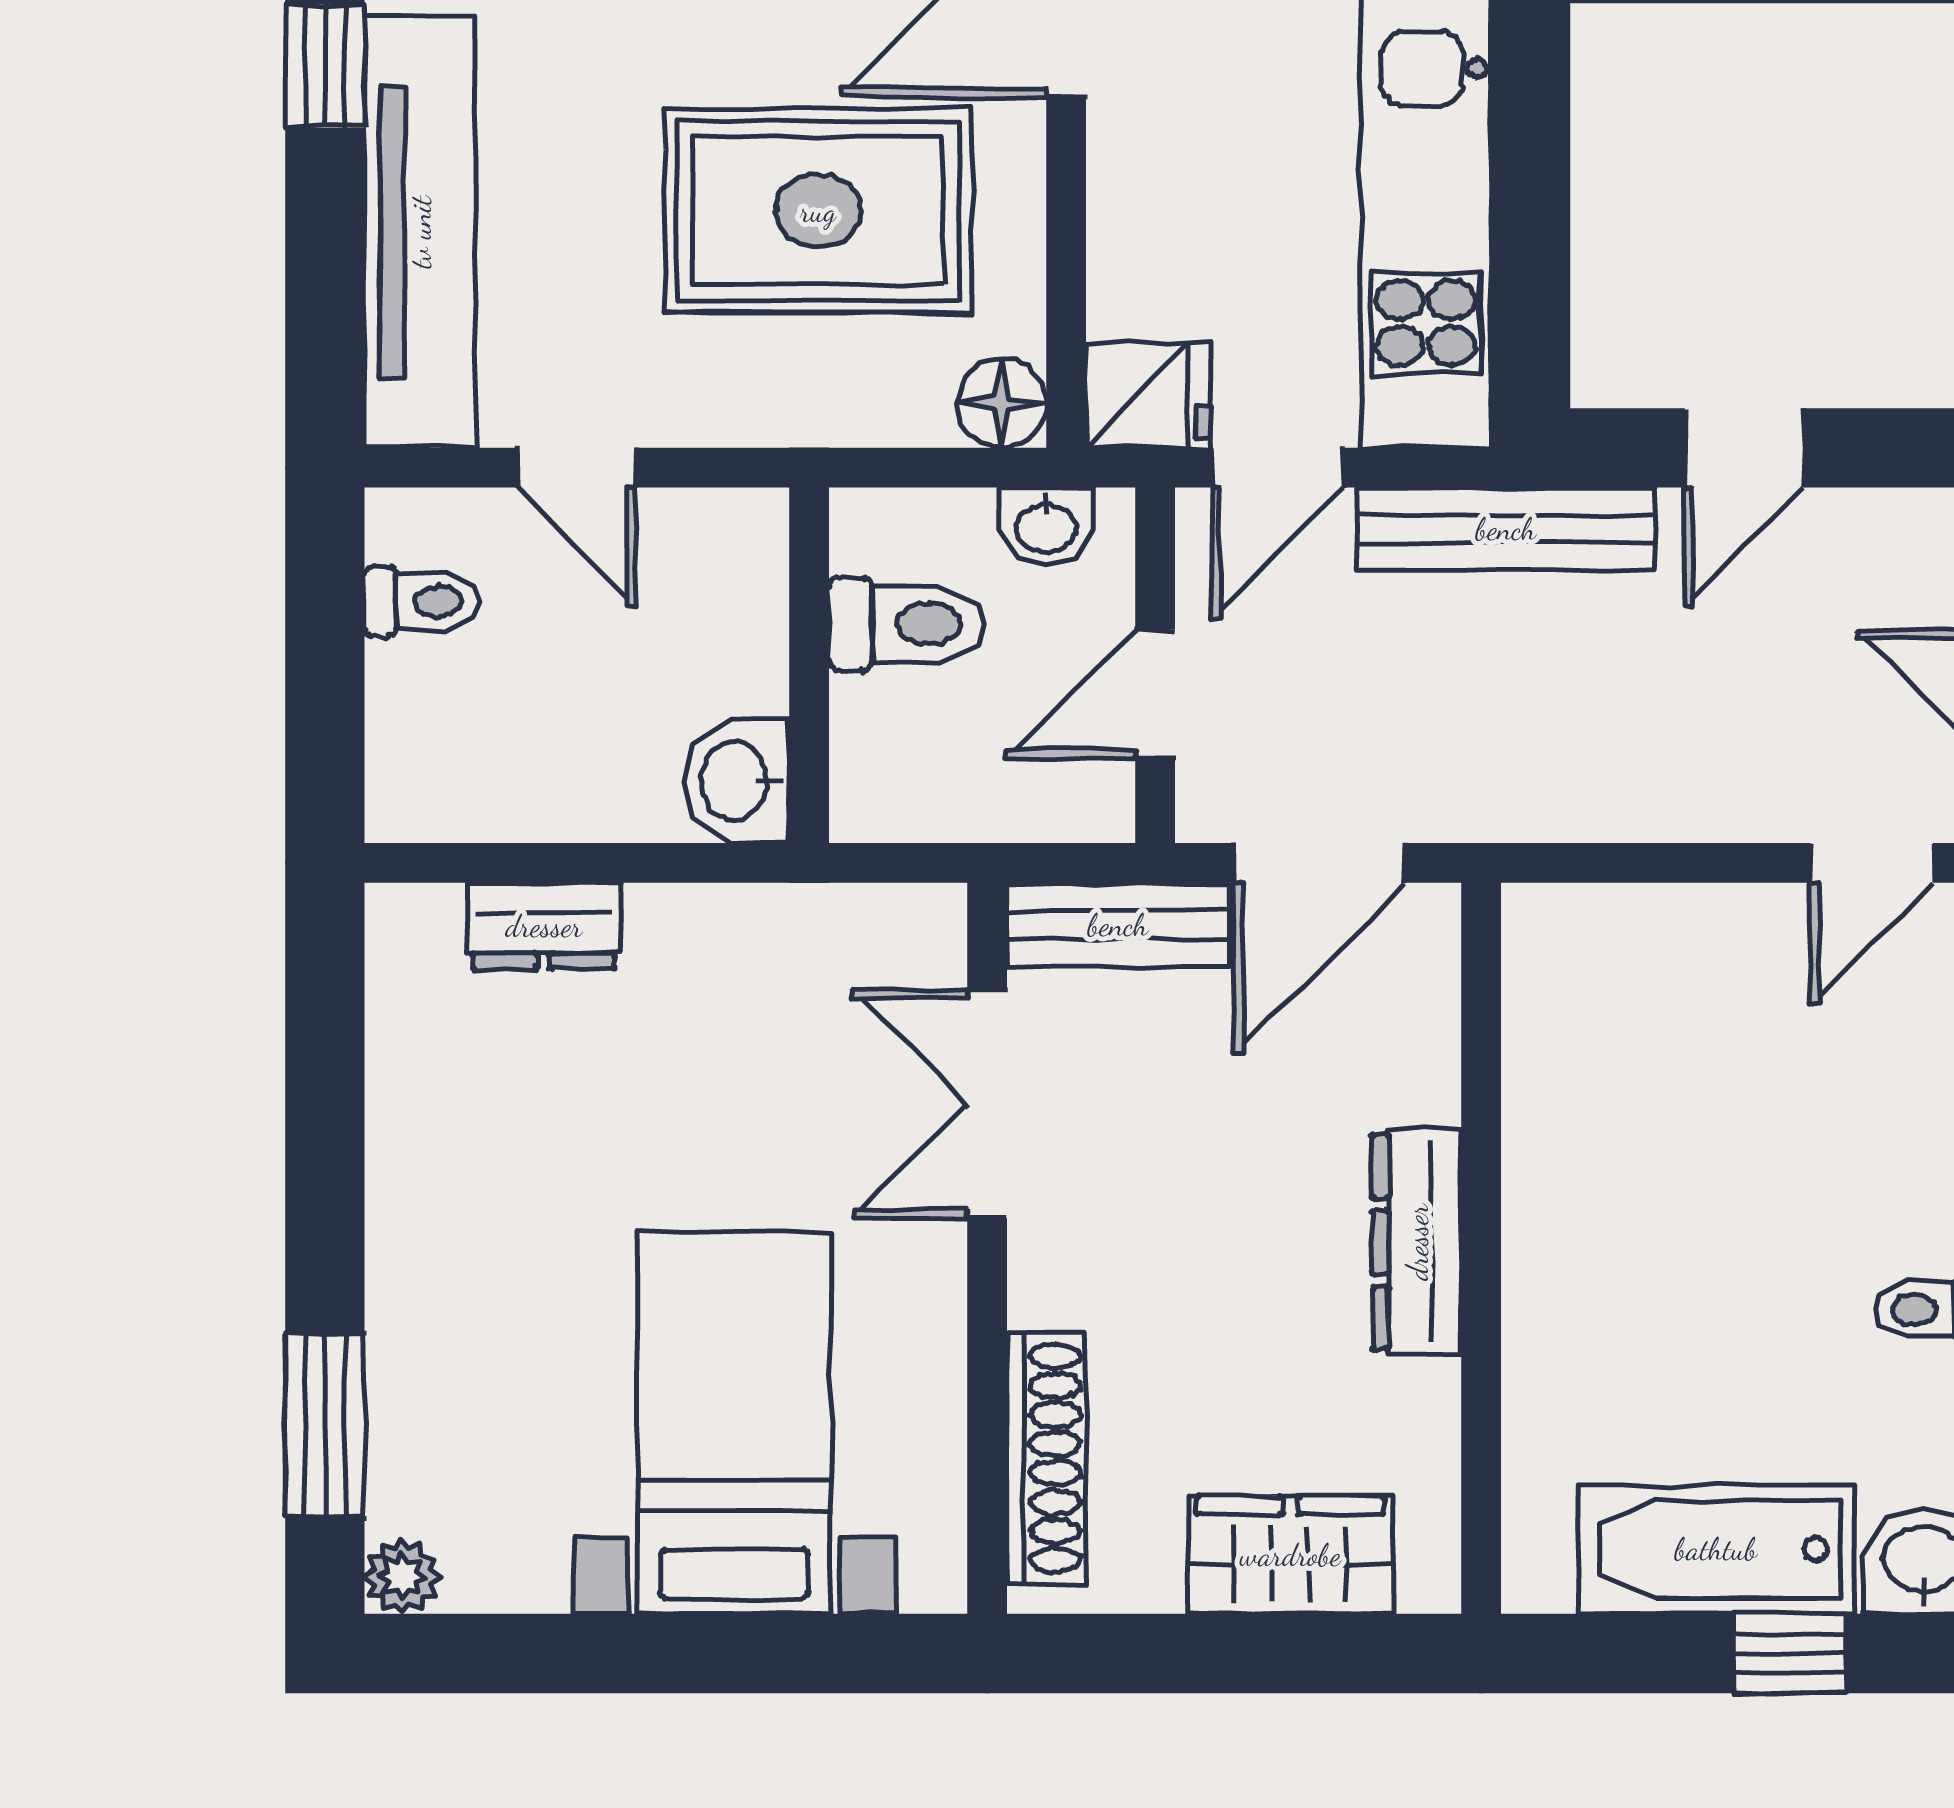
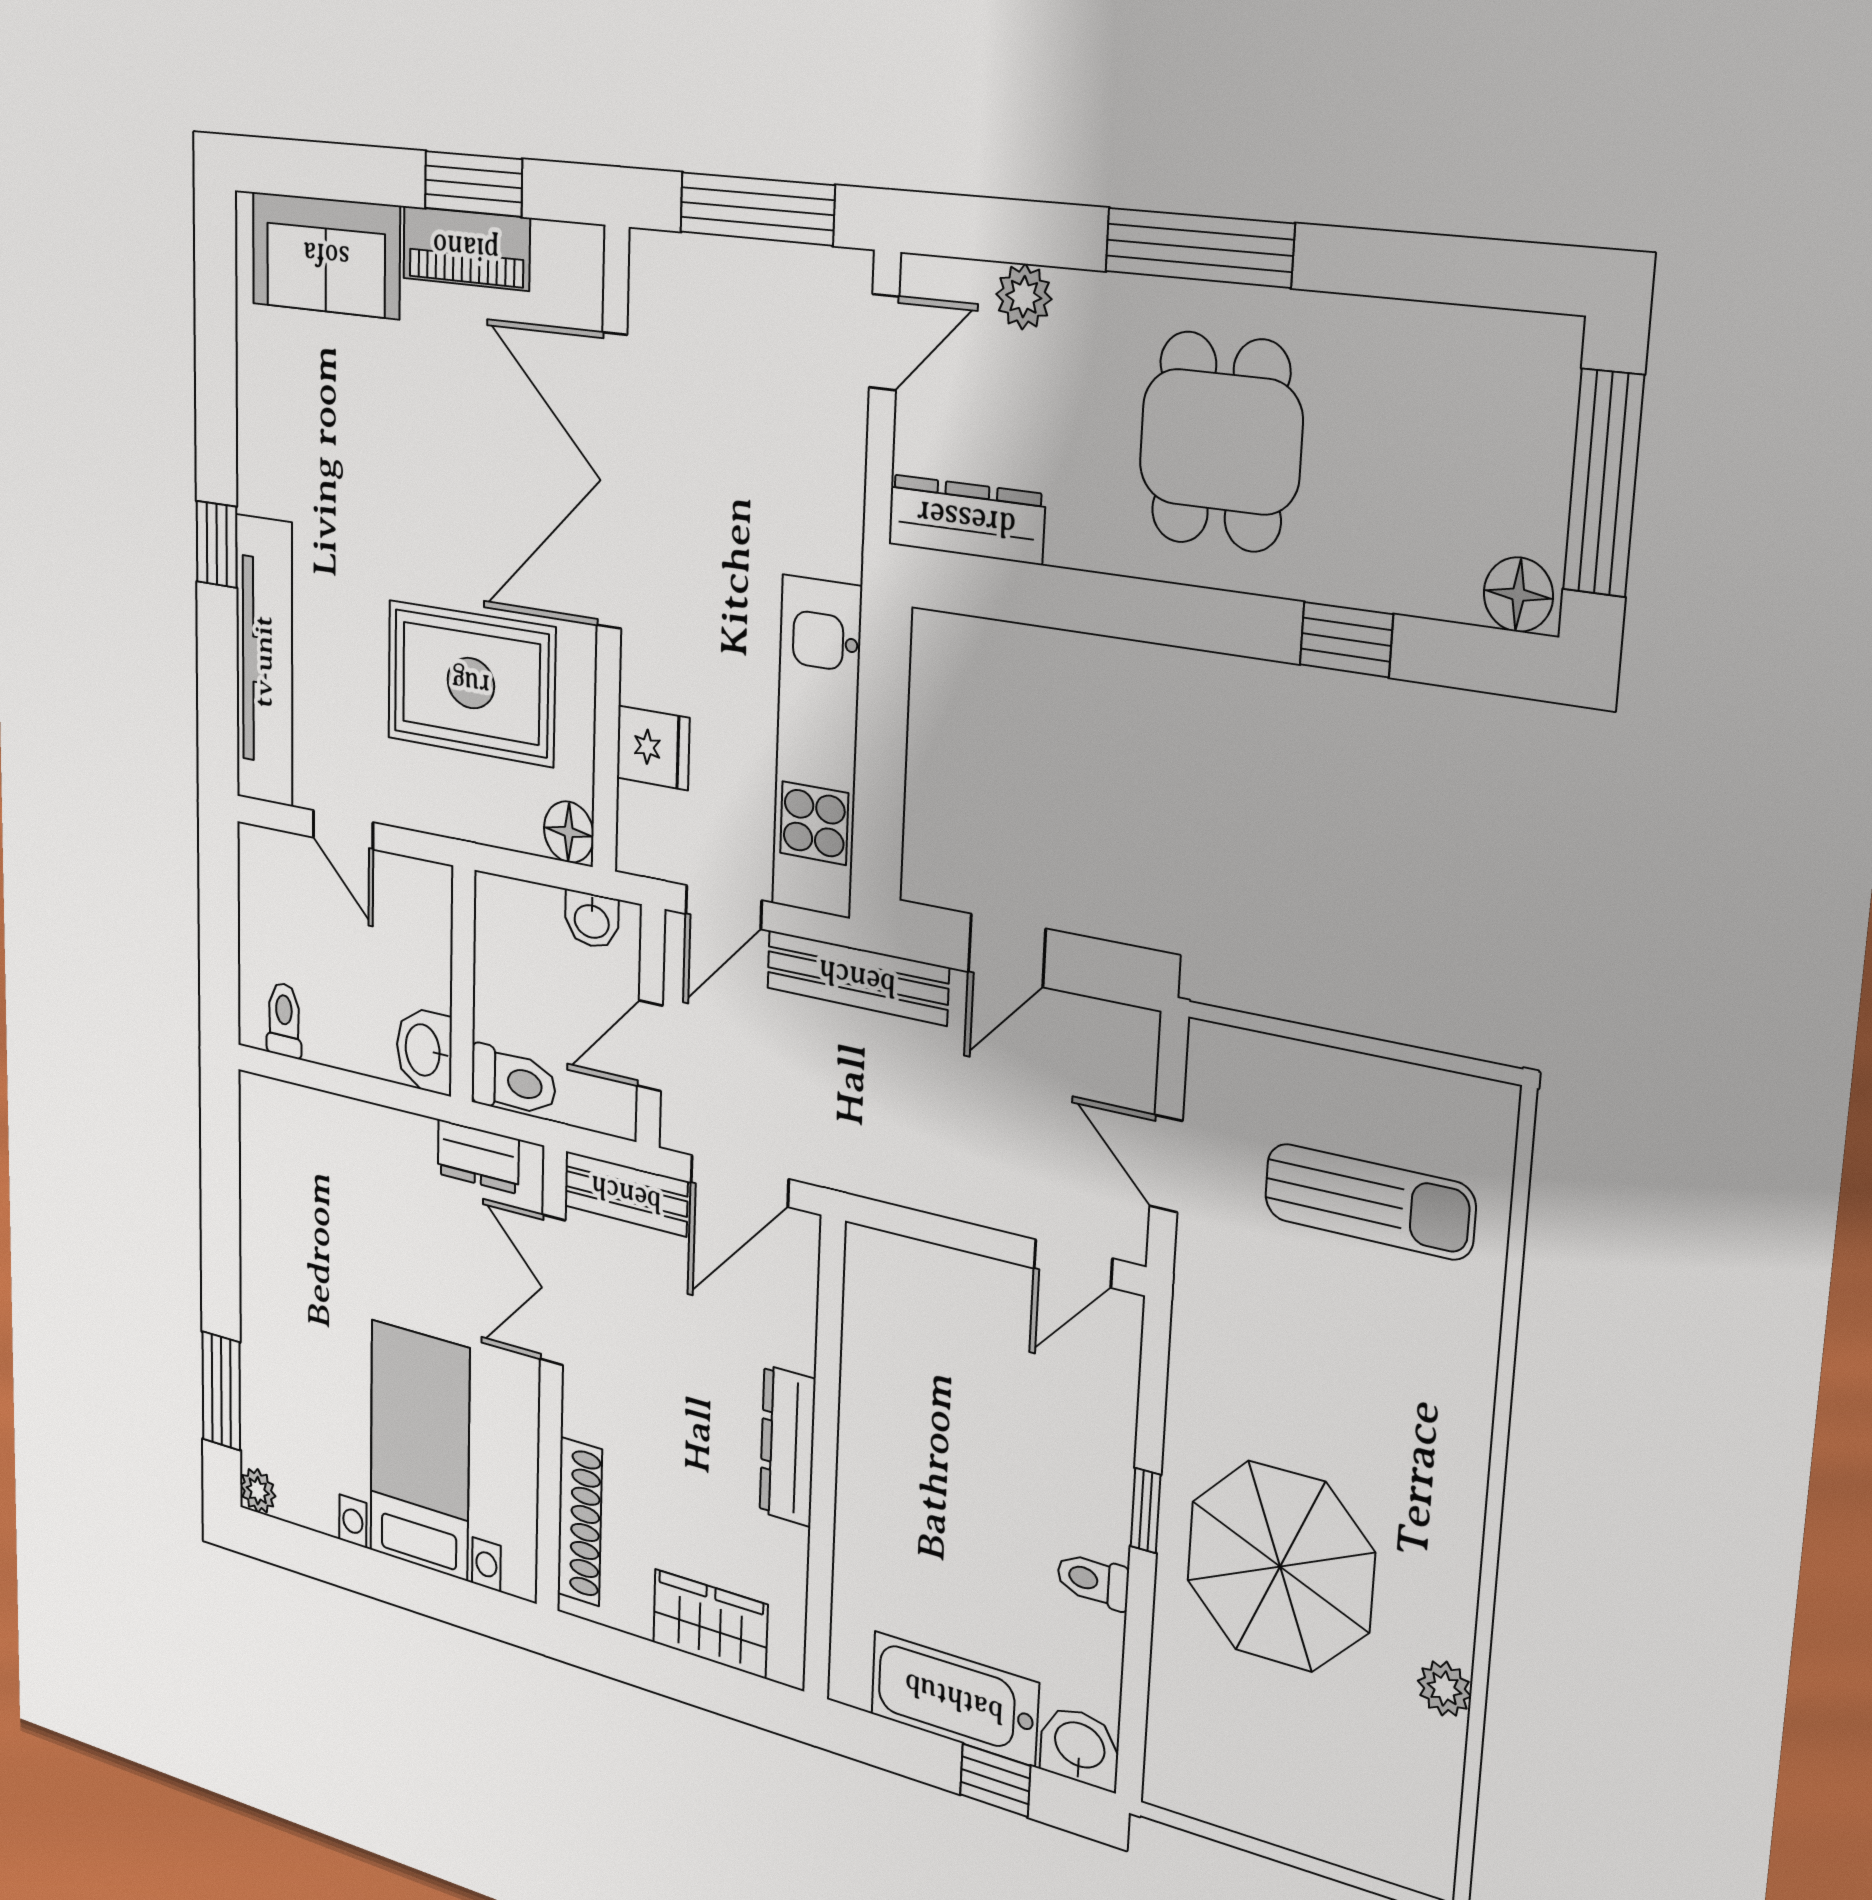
fridge: (1148, 396) -> (653, 748), moved
toilet: (422, 601) -> (284, 1020), moved, turned -90
toilet: (907, 624) -> (513, 1081), moved
dresser: (544, 926) -> (478, 1157), moved

